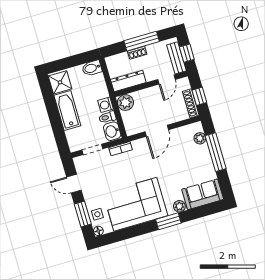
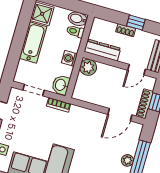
window: (142, 41) -> (136, 23), width x0.46
toilet: (107, 117) -> (75, 31), moved
door: (157, 131) -> (120, 115), moved
plant: (200, 138) -> (127, 160), moved

